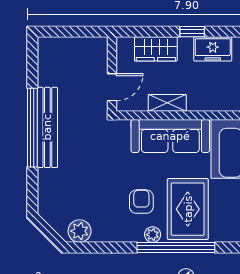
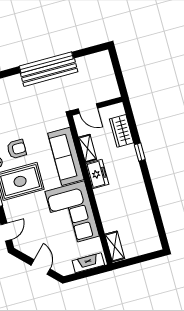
freezer: (213, 49) -> (97, 174), moved, turned 180

